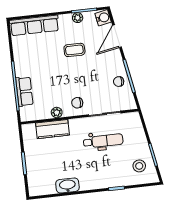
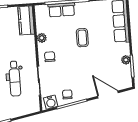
water cooler: (103, 18) -> (51, 102), moved
coffee table: (74, 50) -> (82, 38), moved
kitchen counter: (53, 129) -> (26, 20), moved

